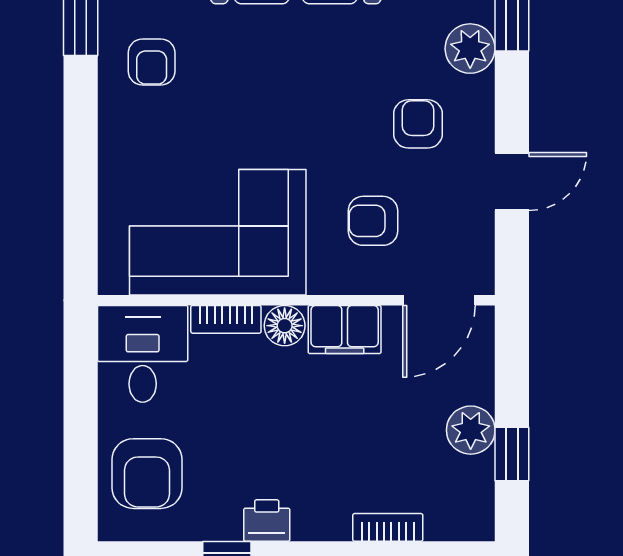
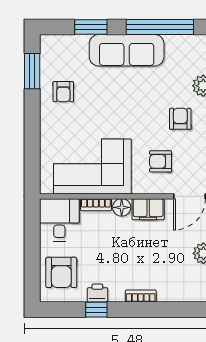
printer: (267, 521) -> (97, 293), moved
bookcase: (388, 527) -> (141, 296), moved

